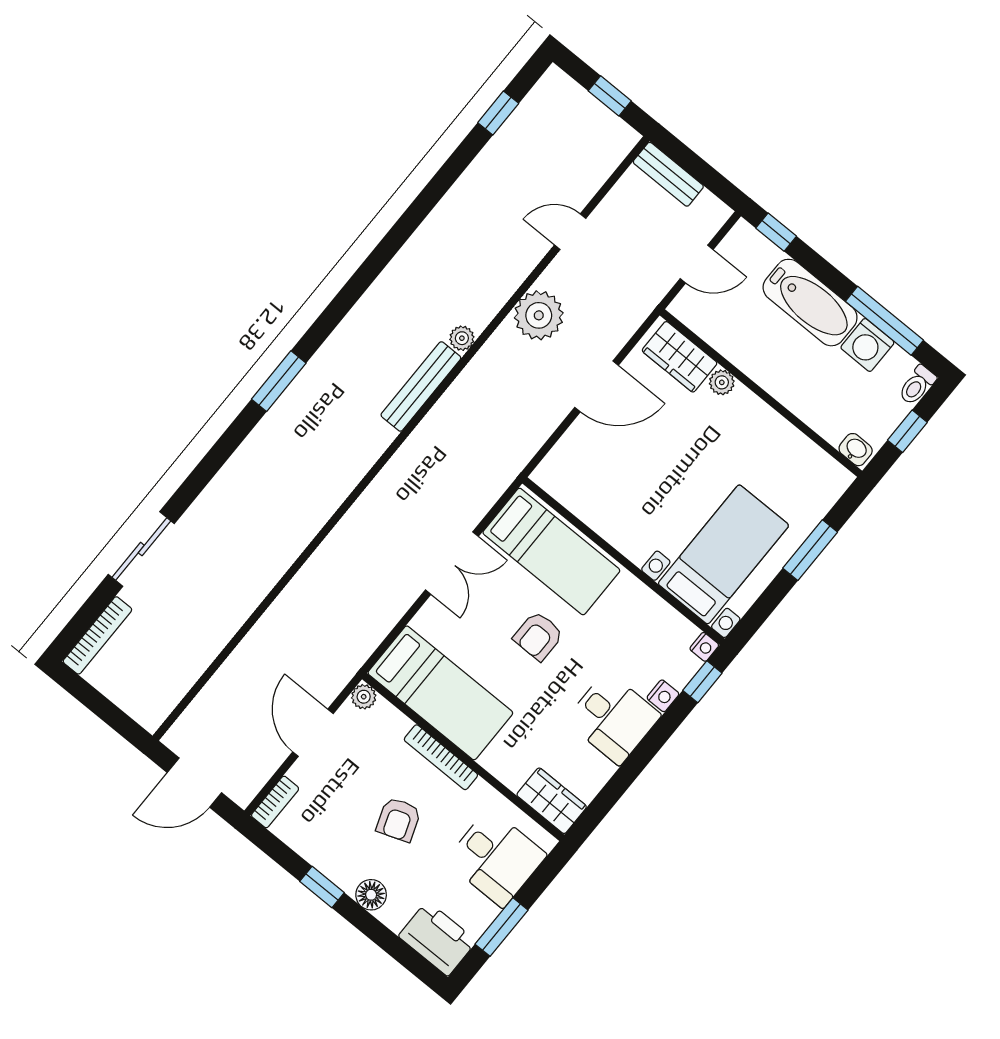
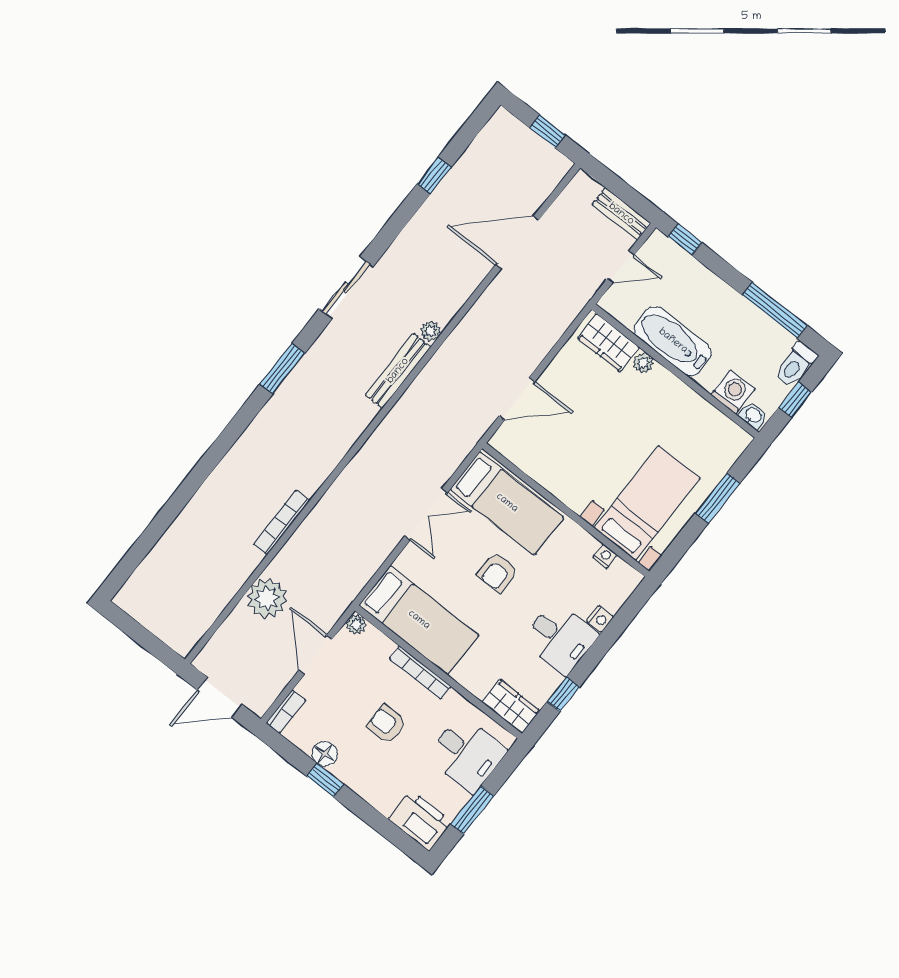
window: (498, 113) -> (434, 176), moved
bench: (668, 174) -> (621, 214), moved
door: (570, 232) -> (517, 243), width x1.87
bathtub: (810, 303) -> (673, 341), moved, turned 180
plant: (539, 315) -> (267, 598), moved
washing machine: (867, 345) -> (733, 392), moved, turned 180
toilet: (917, 385) -> (796, 365), width x1.37, depth x1.39
door: (597, 386) -> (517, 399), moved
sliding door: (141, 549) -> (346, 288), moved
bookcase: (97, 635) -> (282, 522), moved, turned 180
nightstand: (704, 647) -> (605, 556), moved, turned -90
window: (702, 682) -> (563, 694), moved
armchair: (399, 820) -> (387, 724), turned 110
floor lamp: (371, 895) -> (325, 754), moved

